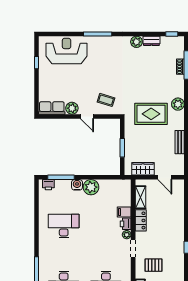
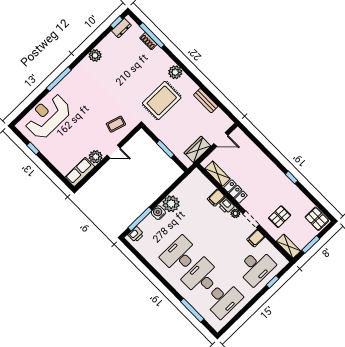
dresser: (151, 41) -> (121, 28), moved
desk: (64, 254) -> (201, 277), added
filing cabinet: (124, 264) -> (256, 238), added

